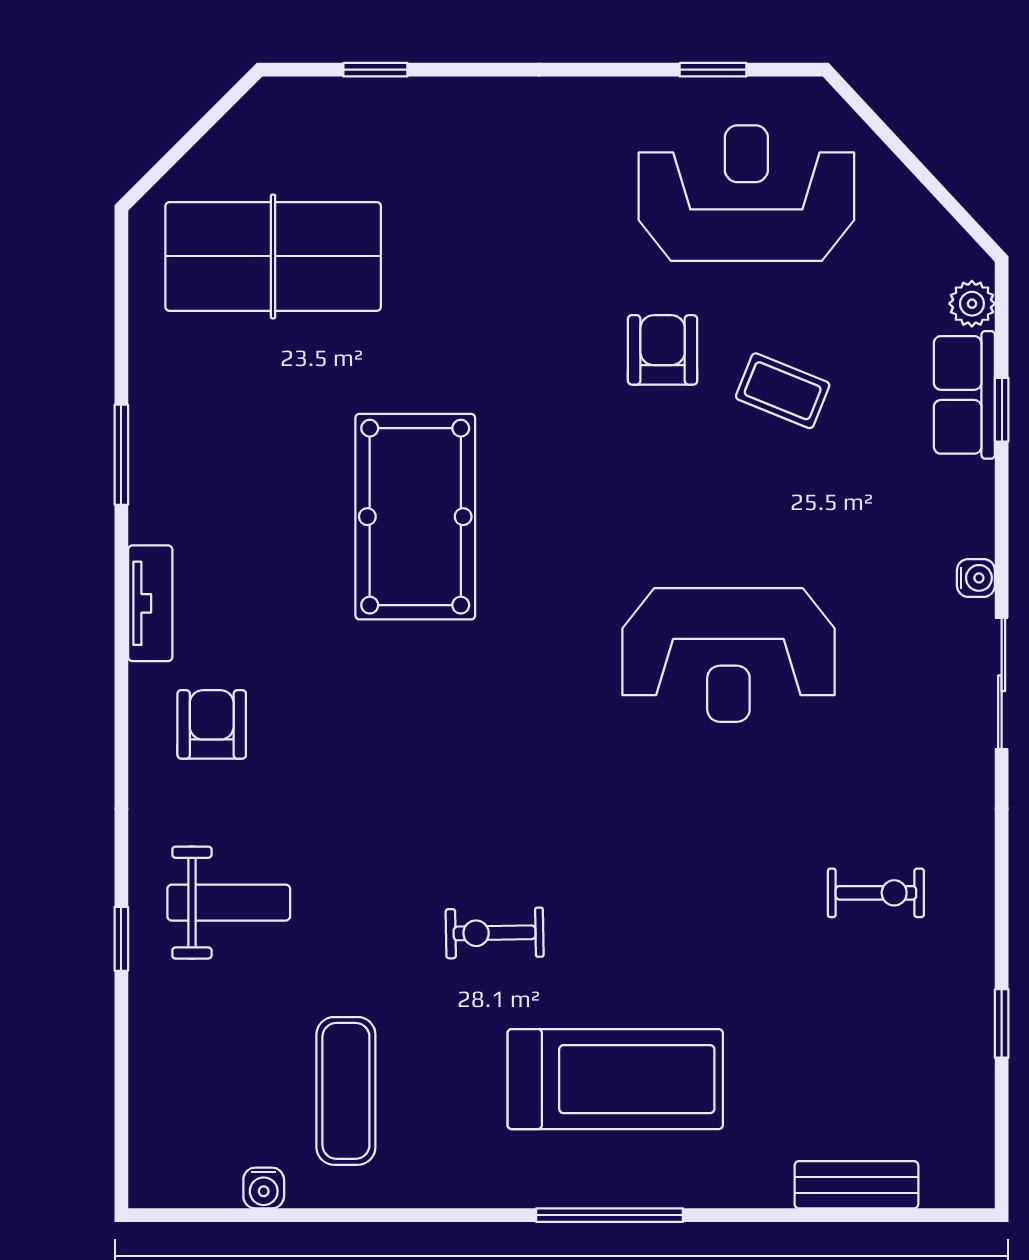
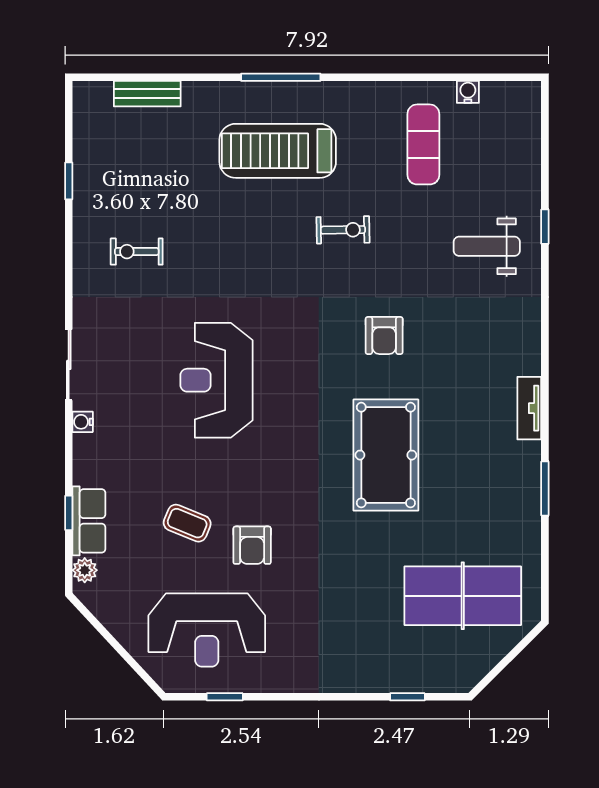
reception desk: (728, 655) -> (216, 380), turned -90
armchair: (212, 724) -> (384, 336), moved

